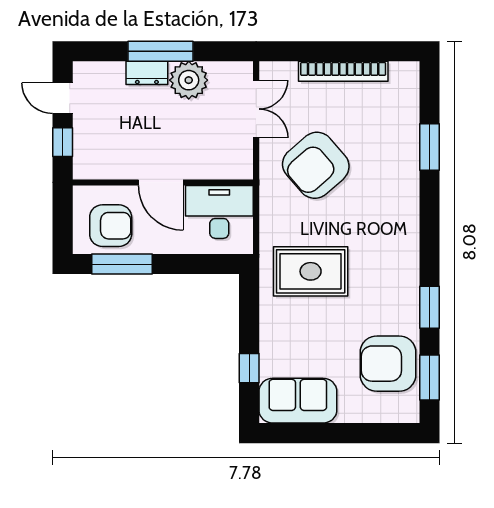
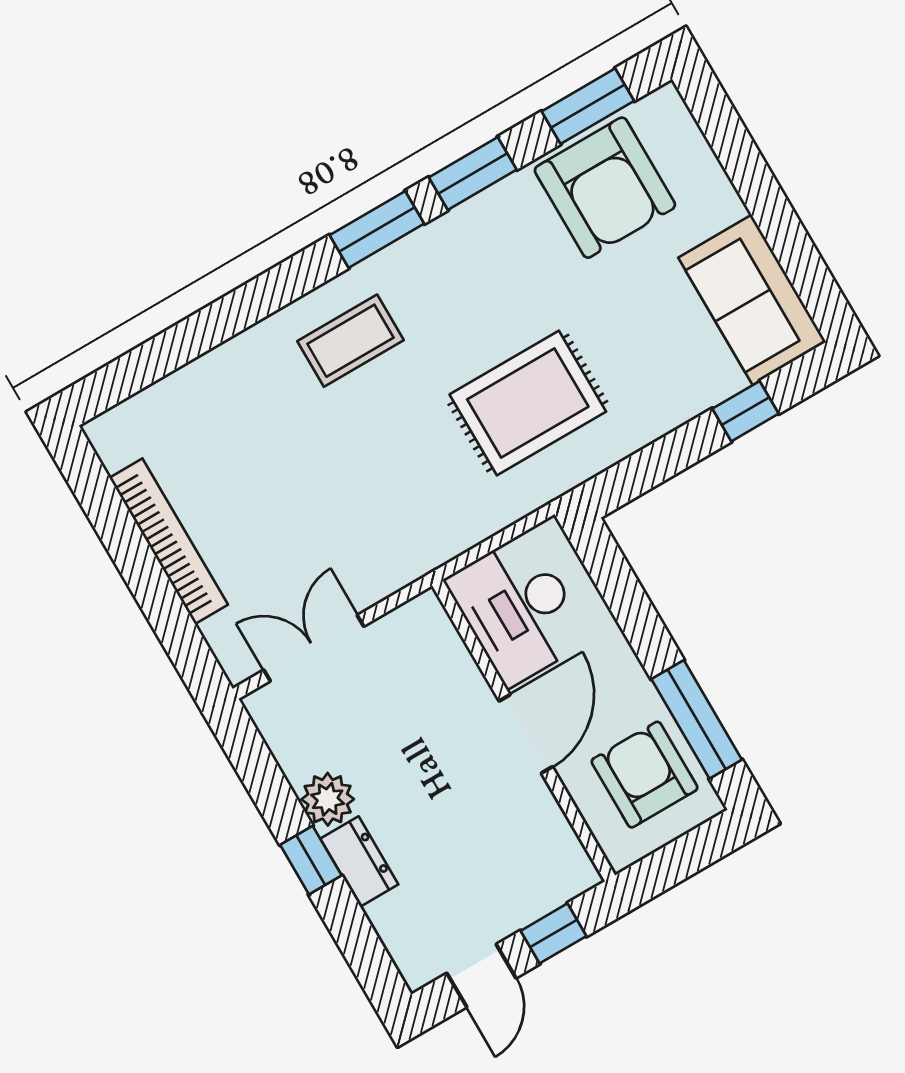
window: (160, 51) -> (311, 860), width x0.46
plant: (189, 80) -> (328, 799), width x0.73, depth x0.73
window: (430, 147) -> (377, 229), moved
armchair: (316, 165) -> (349, 496), removed
coffee table: (386, 207) -> (350, 341), added
rug: (311, 271) -> (528, 403), turned 90

